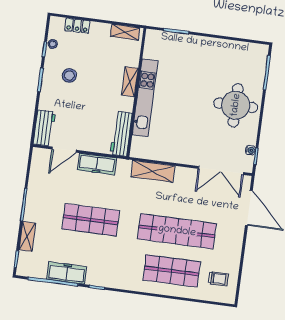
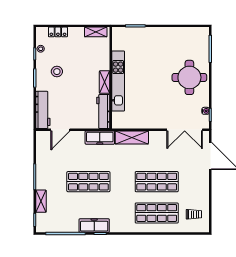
shelving: (130, 82) -> (105, 82), moved
workbench: (44, 128) -> (43, 110), width x1.38
freezer: (97, 164) -> (100, 138), moved
shop shelf: (177, 231) -> (157, 182), width x0.71
freezer: (67, 273) -> (94, 226), moved

